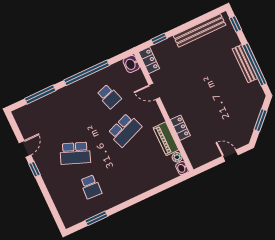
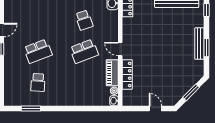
window: (254, 64) -> (206, 48), width x0.47
door: (154, 91) -> (120, 49), moved
locker: (180, 128) -> (127, 74), width x1.53
school desk: (75, 153) -> (38, 51), turned -42

